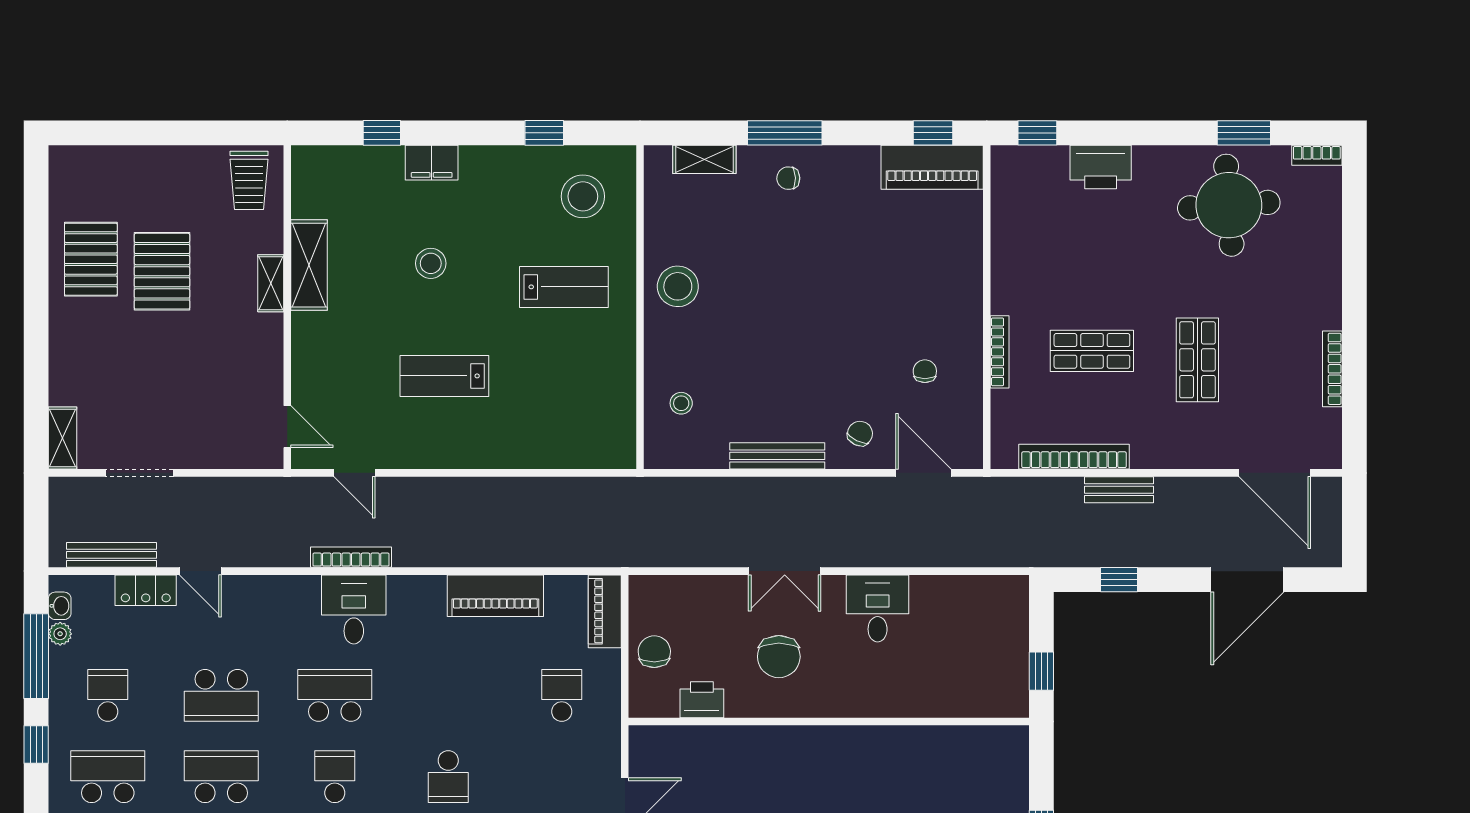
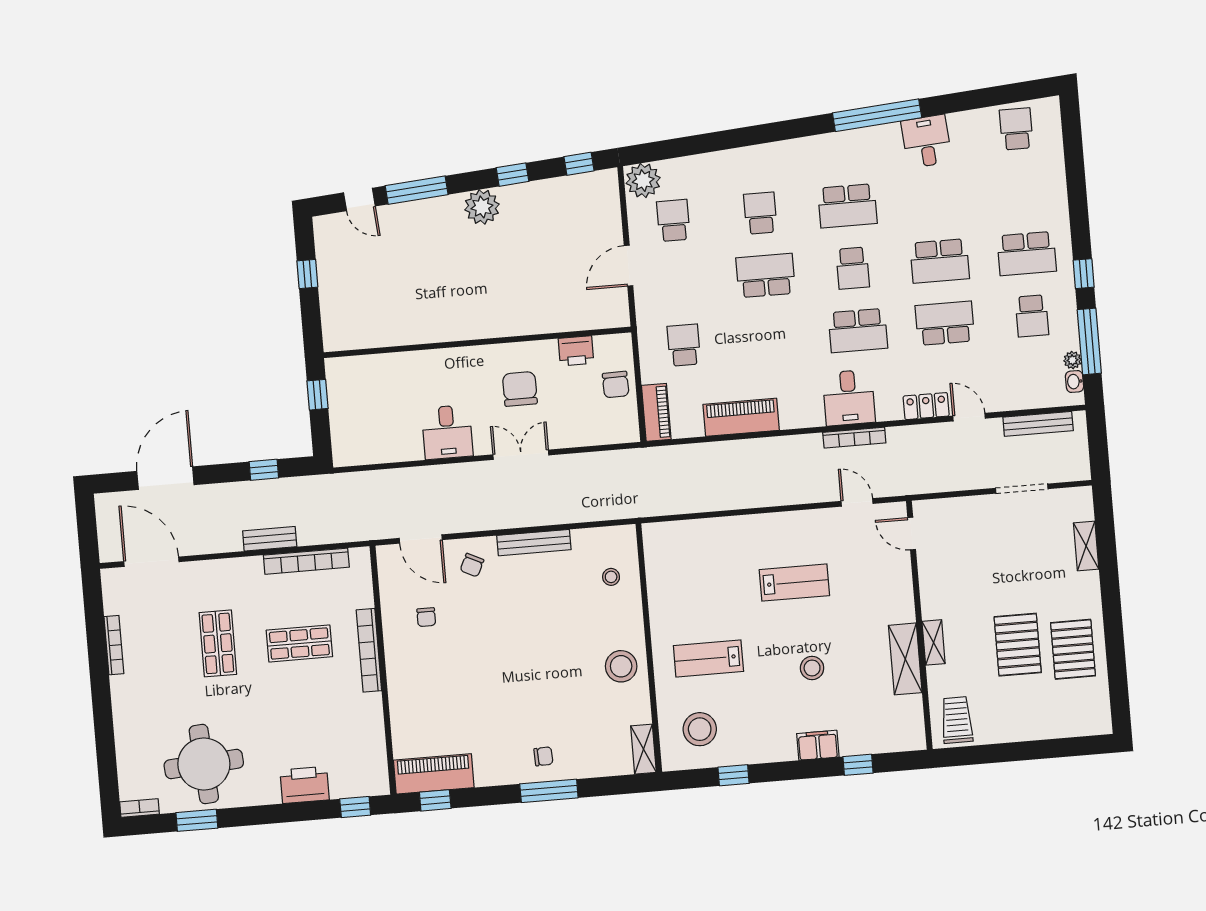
shelving: (704, 159) -> (643, 749), moved, turned 90
bookcase: (1000, 352) -> (369, 650), width x1.48, depth x1.31
shelving: (63, 438) -> (1086, 546), moved
locker: (146, 590) -> (926, 406), moved
school desk: (562, 695) -> (684, 345), turned 180
school desk: (448, 777) -> (766, 275), width x1.85

